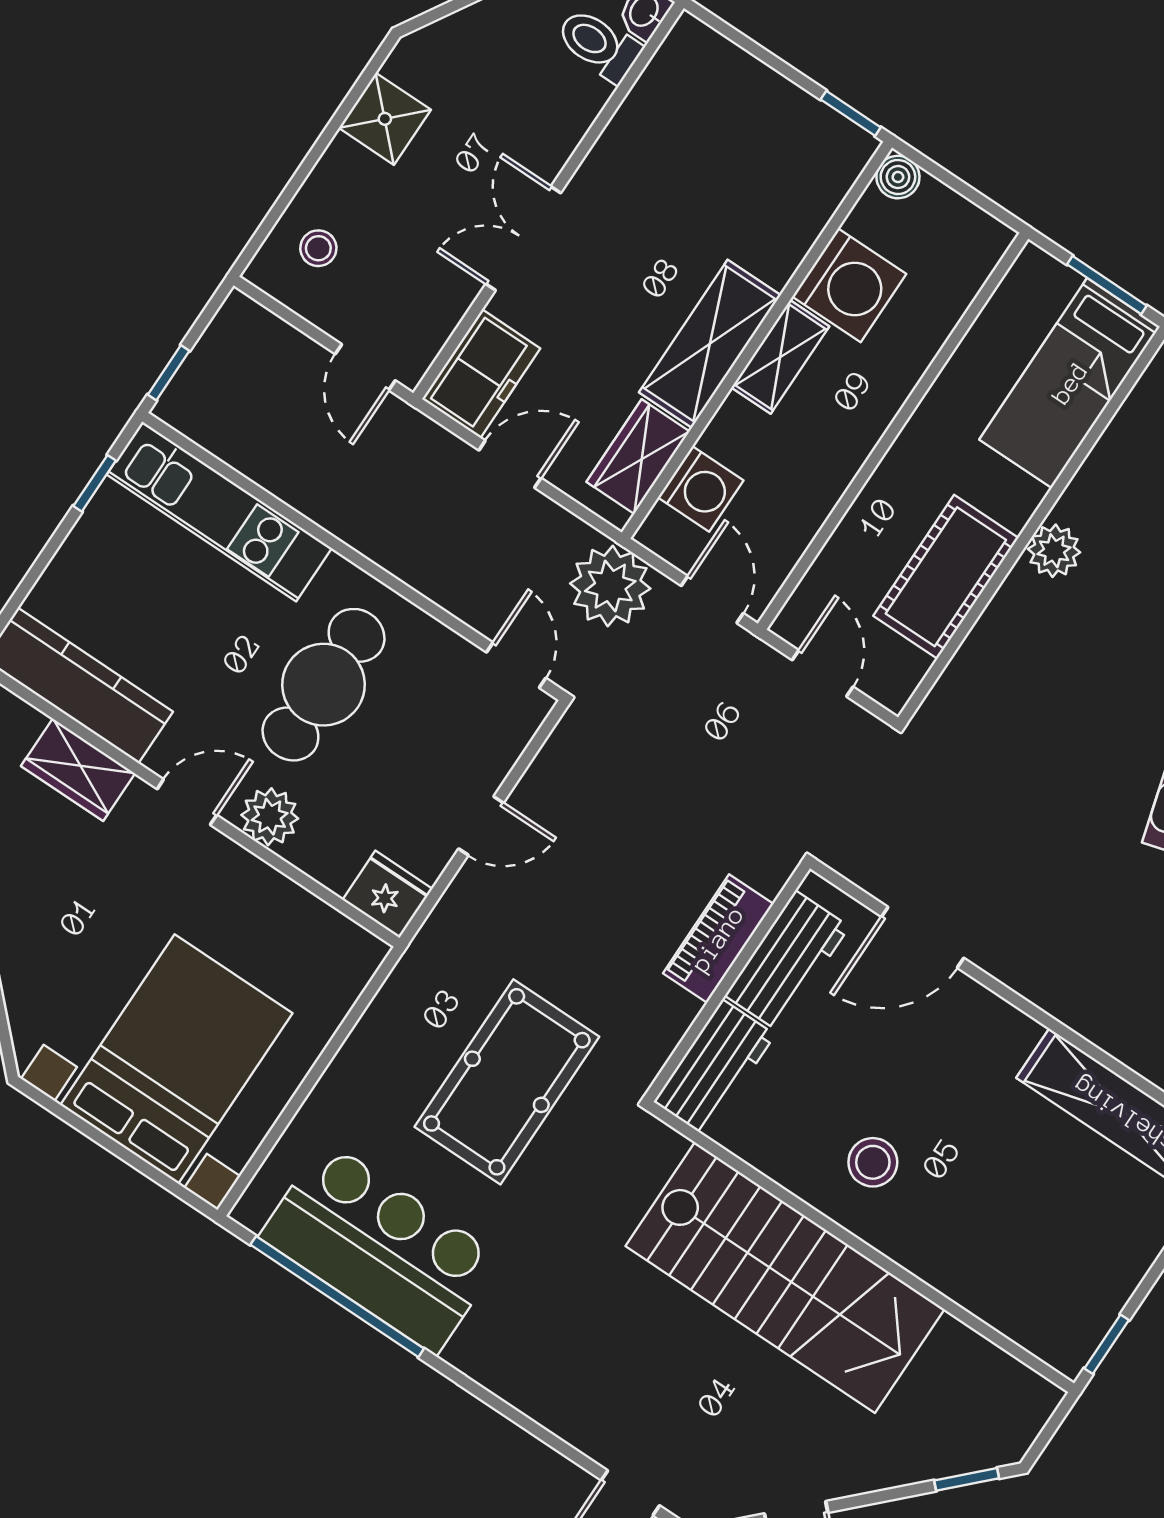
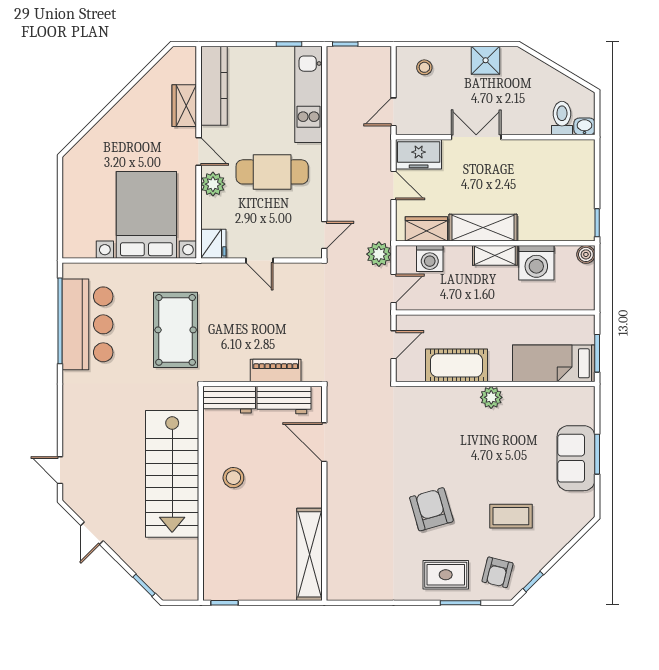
plant: (610, 586) -> (379, 254), width x0.73, depth x0.73
bed with nightstands: (176, 1059) -> (146, 215), moved, turned -90
pool table: (507, 1082) -> (176, 330), turned 90

